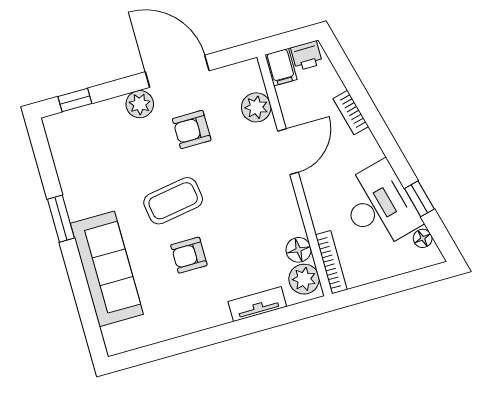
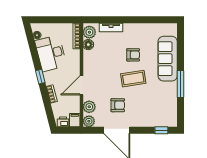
plant: (140, 104) -> (89, 121), moved
window: (419, 199) -> (40, 77), moved
window: (61, 219) -> (180, 84), width x1.44

